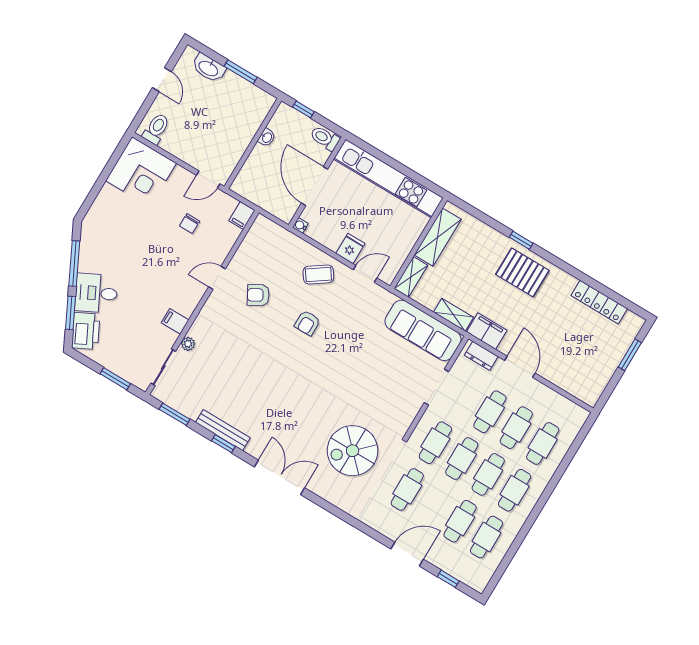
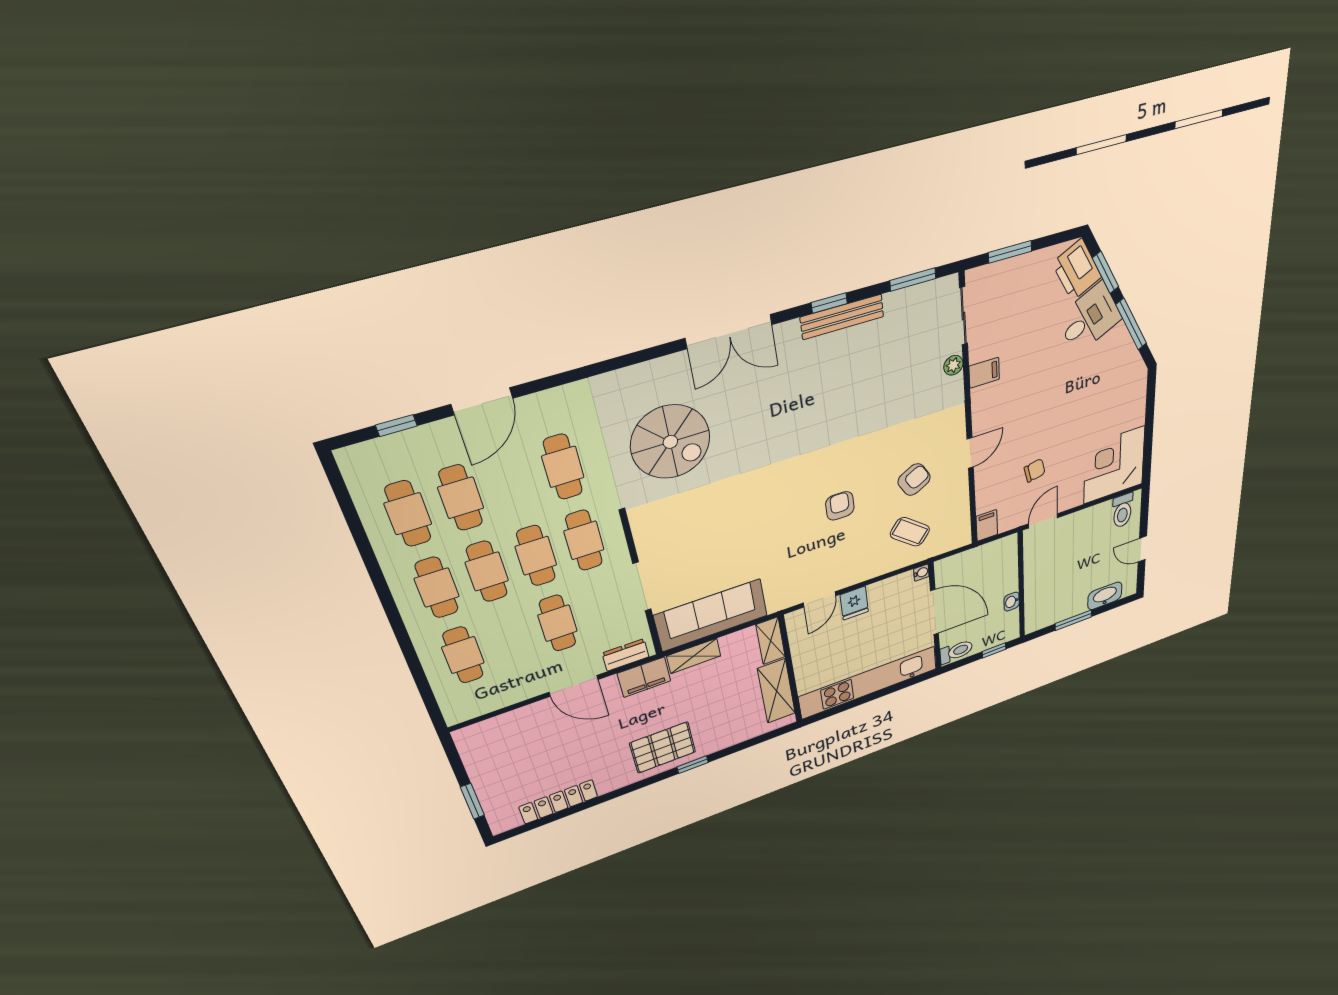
chair: (190, 224) -> (1035, 470), turned 78
coffee table: (318, 274) -> (910, 532), moved, turned 74
cafe table: (516, 428) -> (511, 639), removed
spiral stairs: (353, 451) -> (670, 442), turned 90

